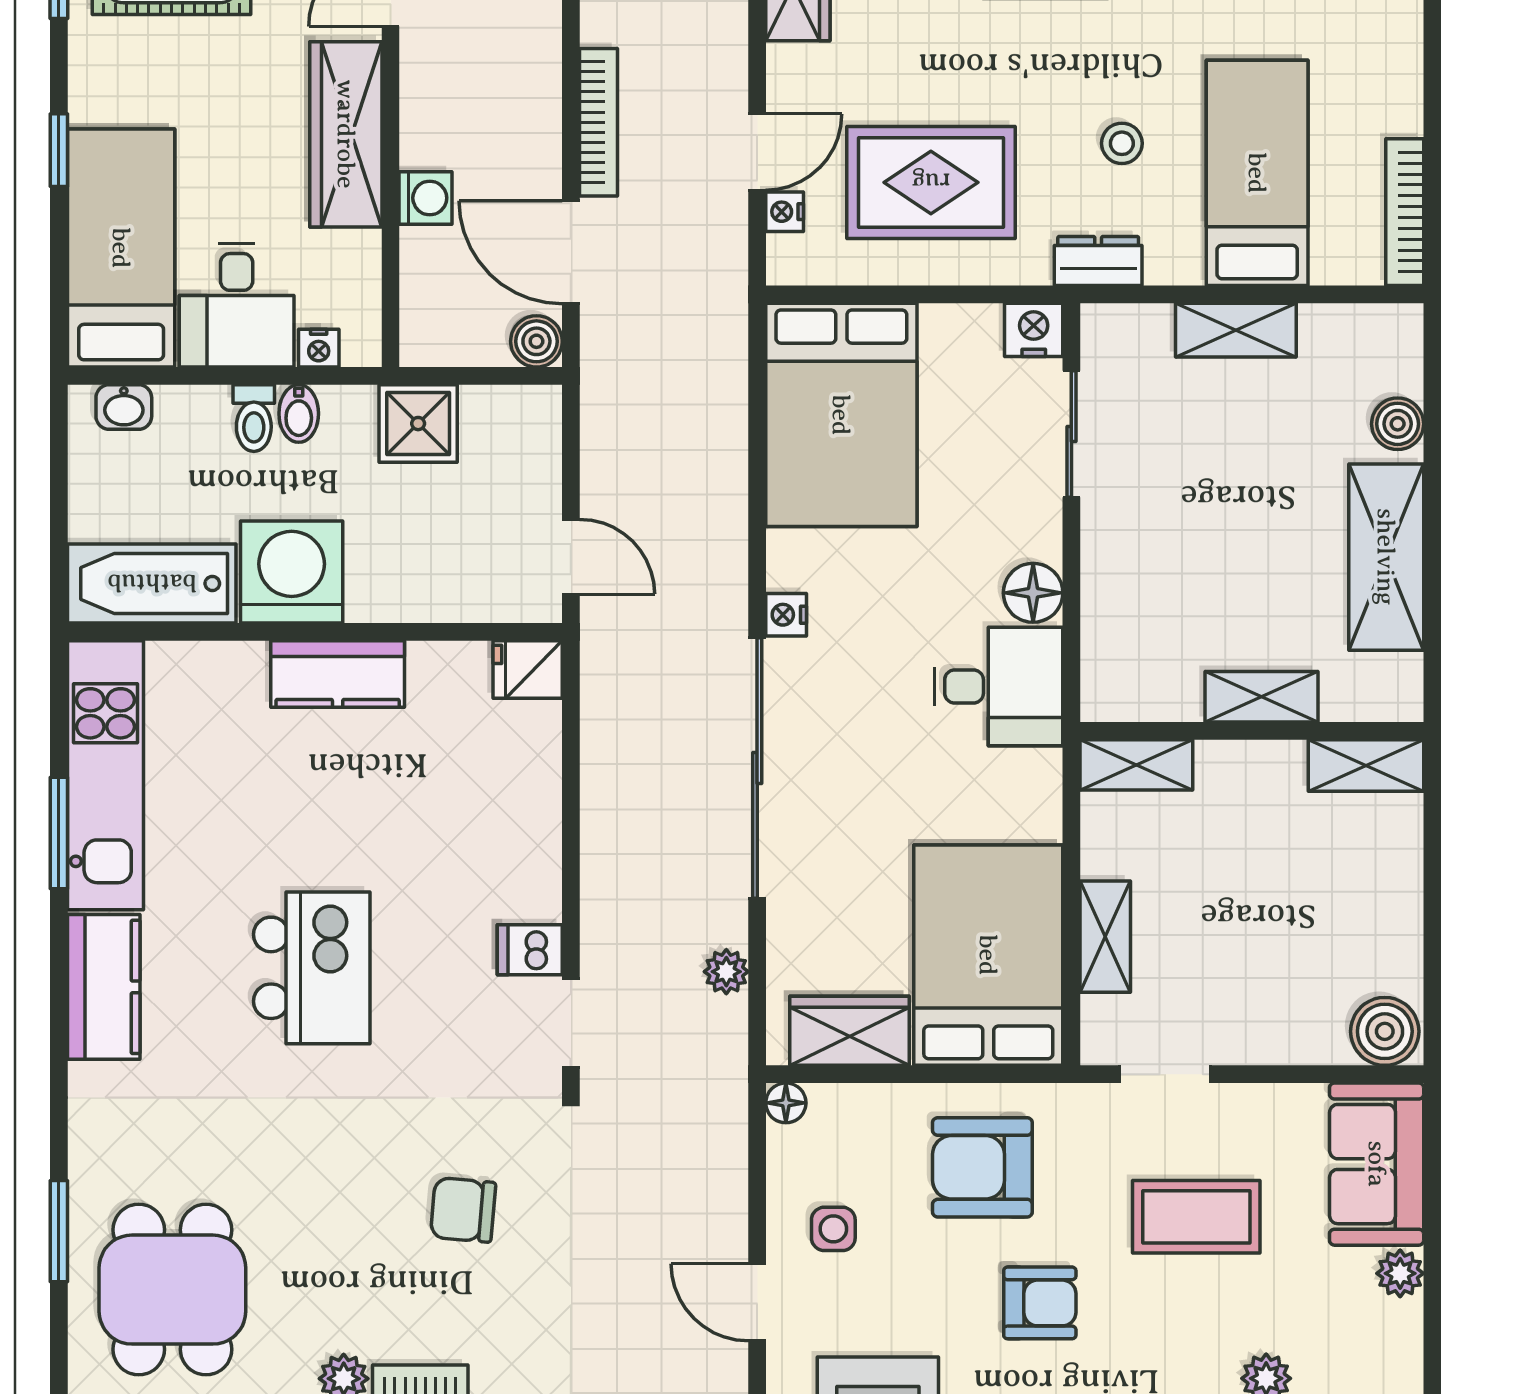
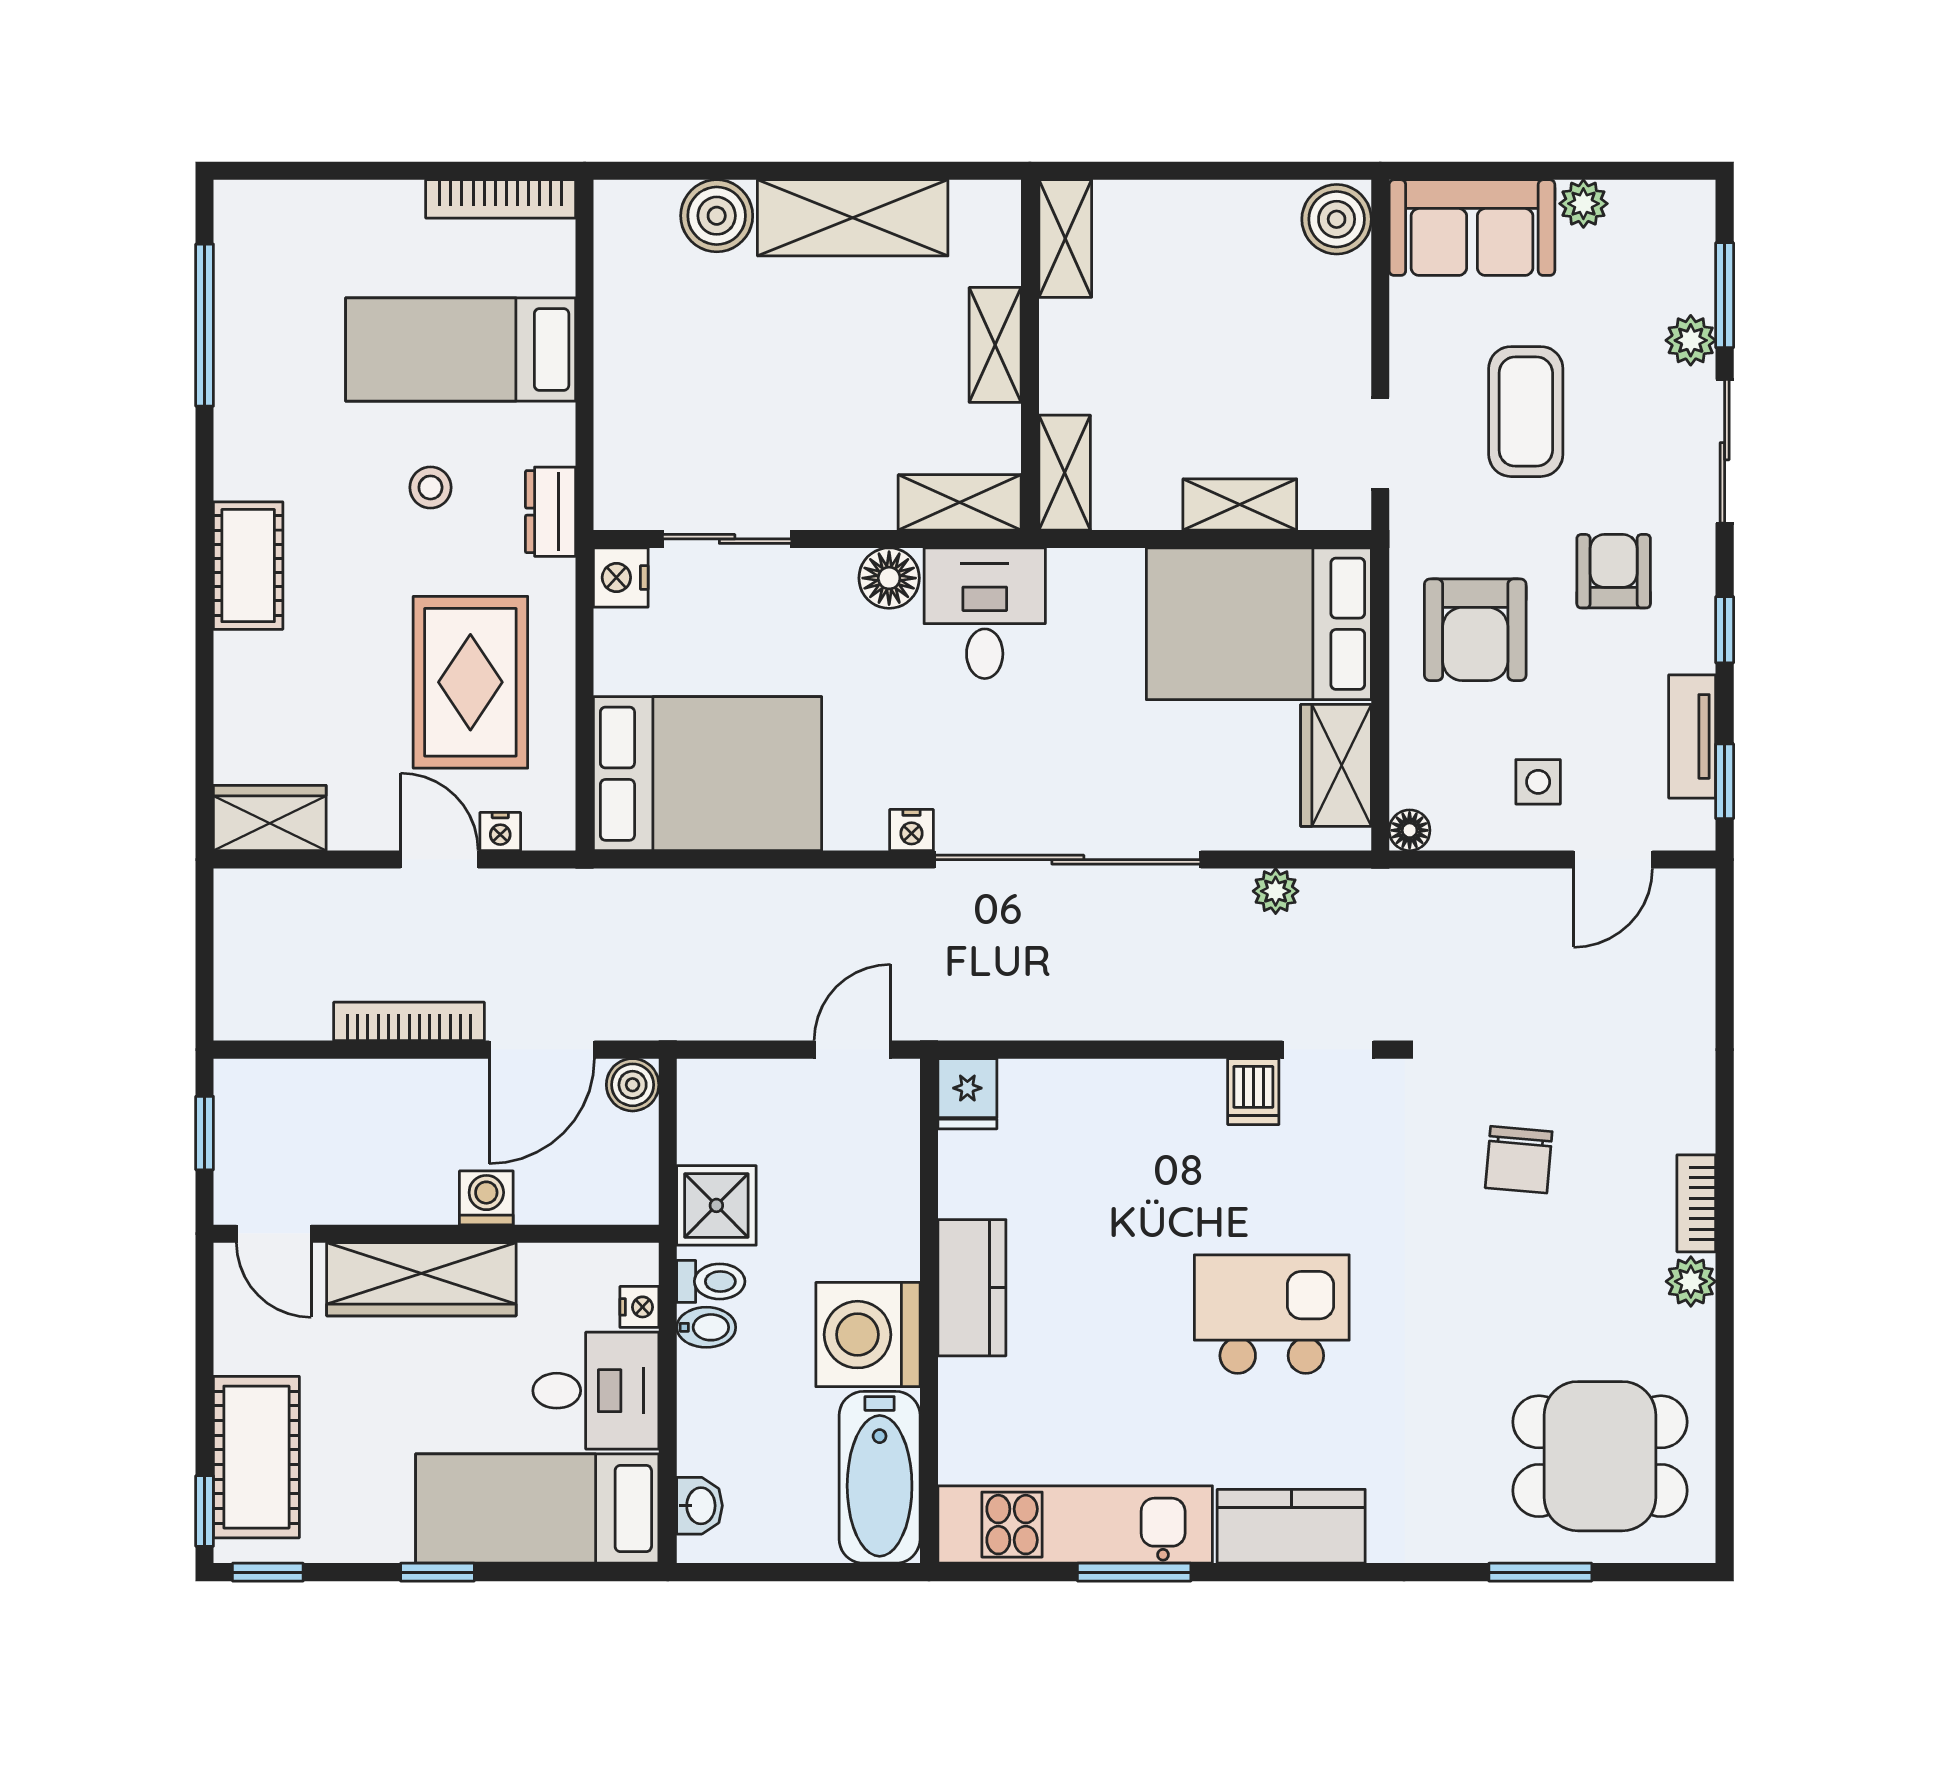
shelving: (1236, 330) -> (960, 502), moved, turned 90
toilet: (254, 418) -> (711, 1281), moved
boiler: (1398, 424) -> (717, 216), width x1.36, depth x1.36

